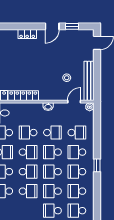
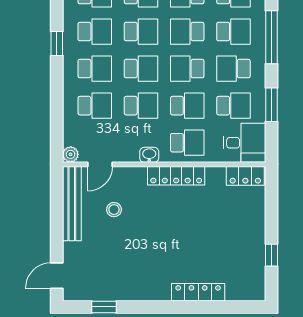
door: (52, 26) -> (142, 307), removed
locker: (27, 34) -> (198, 292), width x1.53
locker: (23, 96) -> (176, 176), moved
school desk: (28, 113) -> (187, 143), added
school desk: (52, 133) -> (141, 106), turned 180
school desk: (77, 133) -> (95, 106), turned 180

